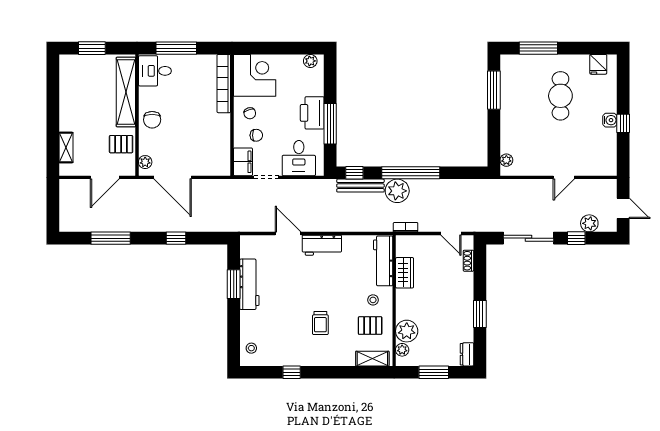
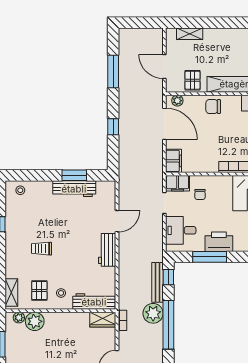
chair: (250, 113) -> (219, 189), removed
filing cabinet: (217, 167) -> (174, 161), added
door: (173, 177) -> (164, 124), swing flipped
wardrobe: (405, 273) -> (103, 320), moved

